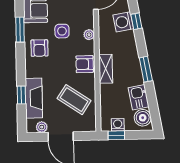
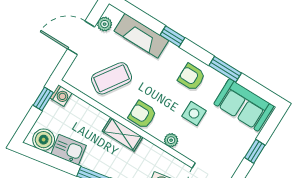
armchair: (85, 64) -> (142, 115), turned -90
window: (21, 95) -> (172, 36), moved
washing machine: (118, 125) -> (61, 96), moved

